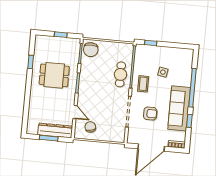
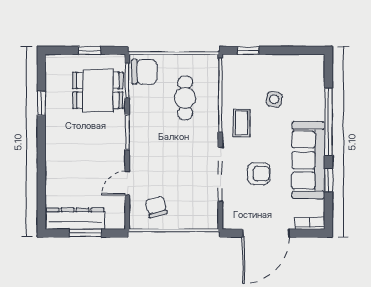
chair: (91, 50) -> (144, 72), turned -90
cafe table: (120, 74) -> (185, 98), moved
dining table: (54, 75) -> (98, 90), moved
door: (75, 112) -> (127, 183), swing flipped
dresser: (55, 130) -> (75, 219), moved

